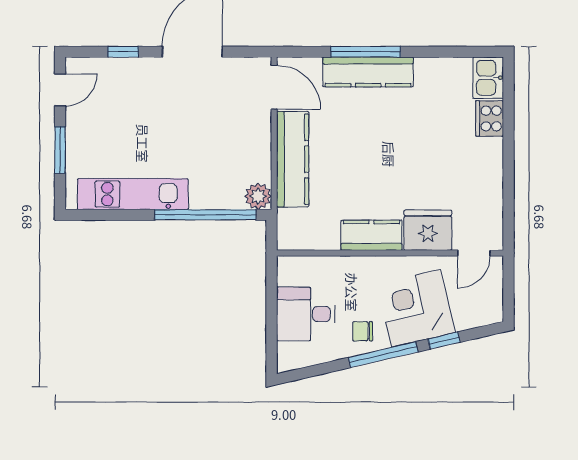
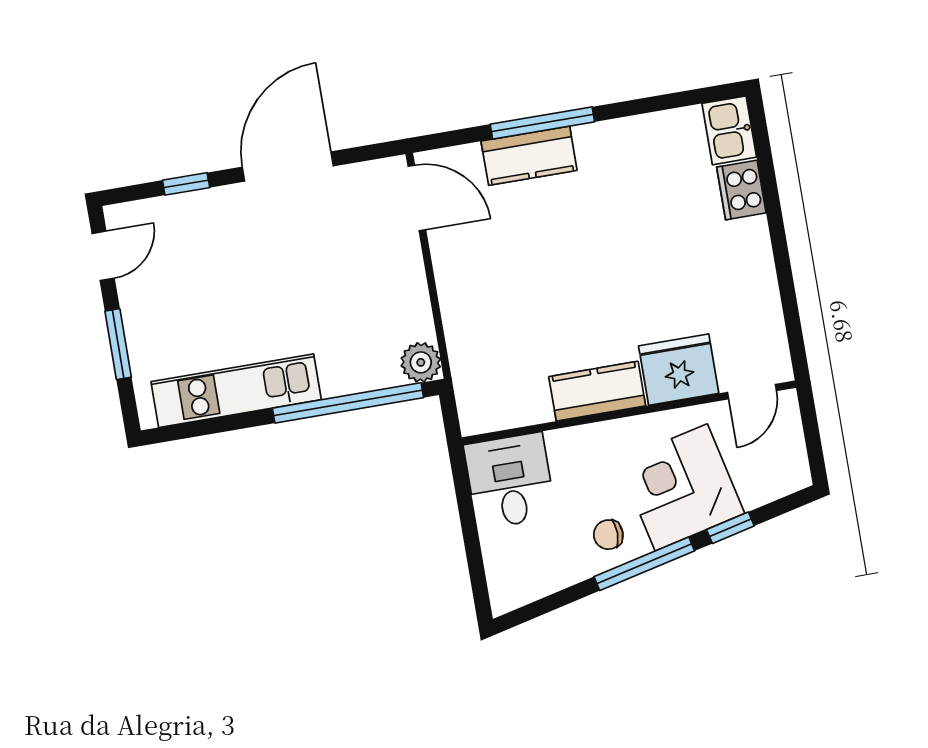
kitchen counter: (368, 72) -> (529, 156), width x0.67
kitchen counter: (293, 159) -> (462, 299), removed
desk: (306, 314) -> (510, 481), moved, turned 90

